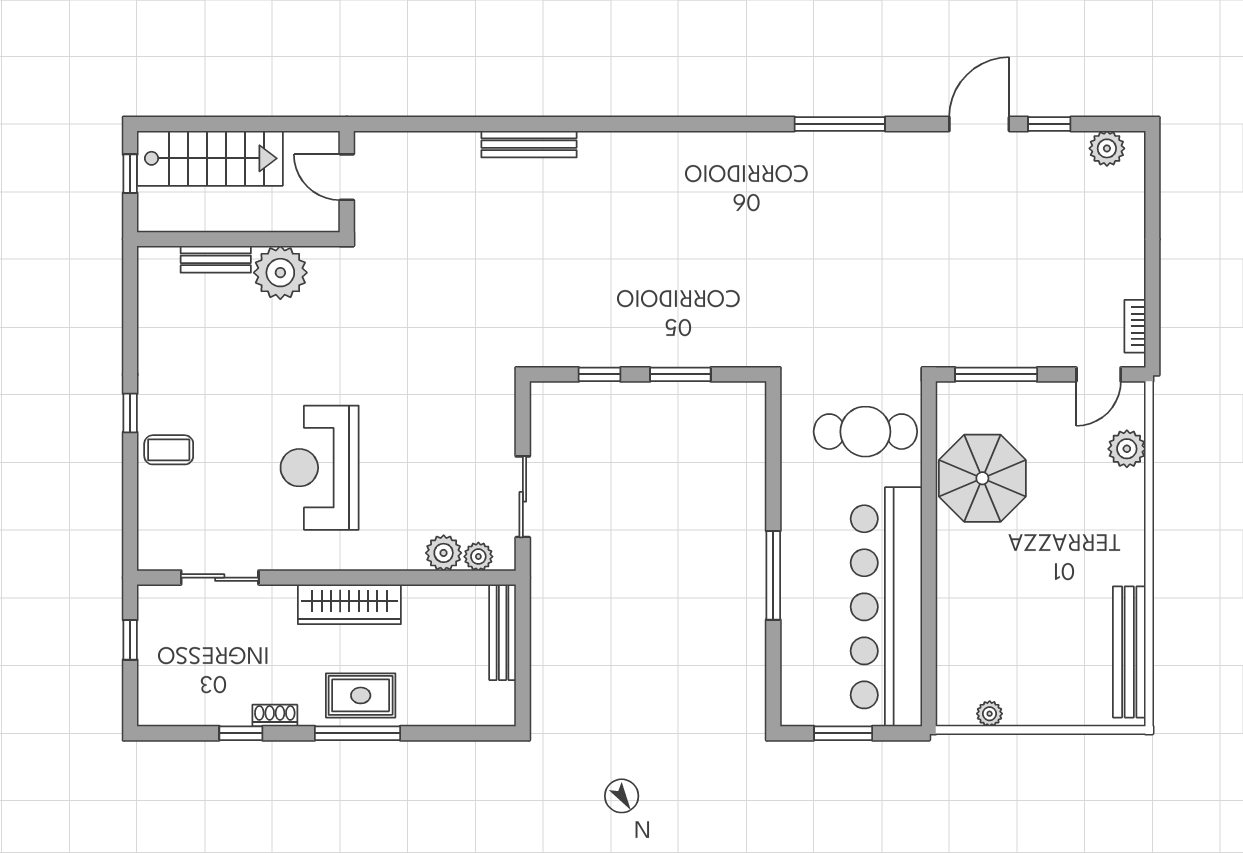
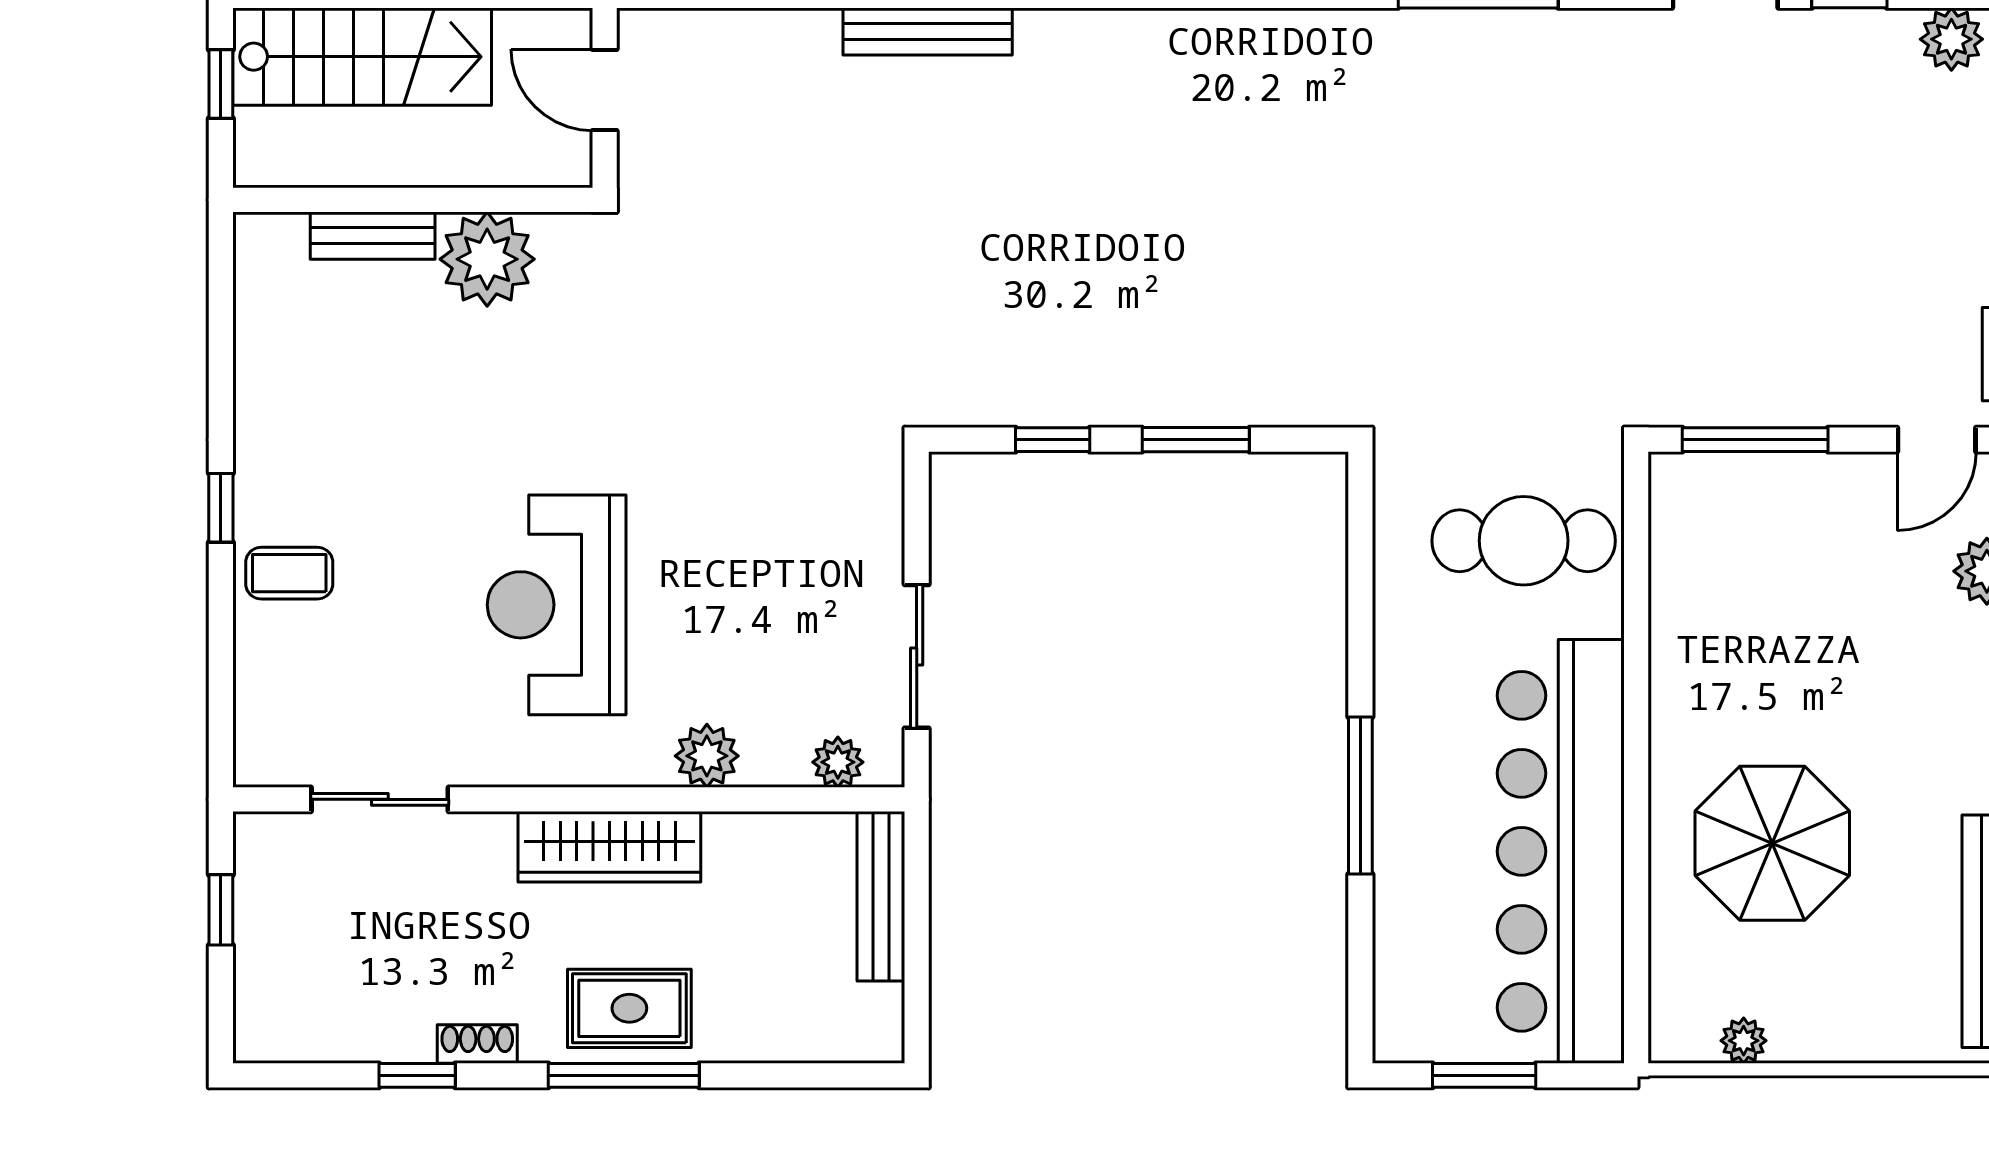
parasol: (982, 478) -> (1772, 843), moved
plant: (444, 553) -> (707, 756), moved

